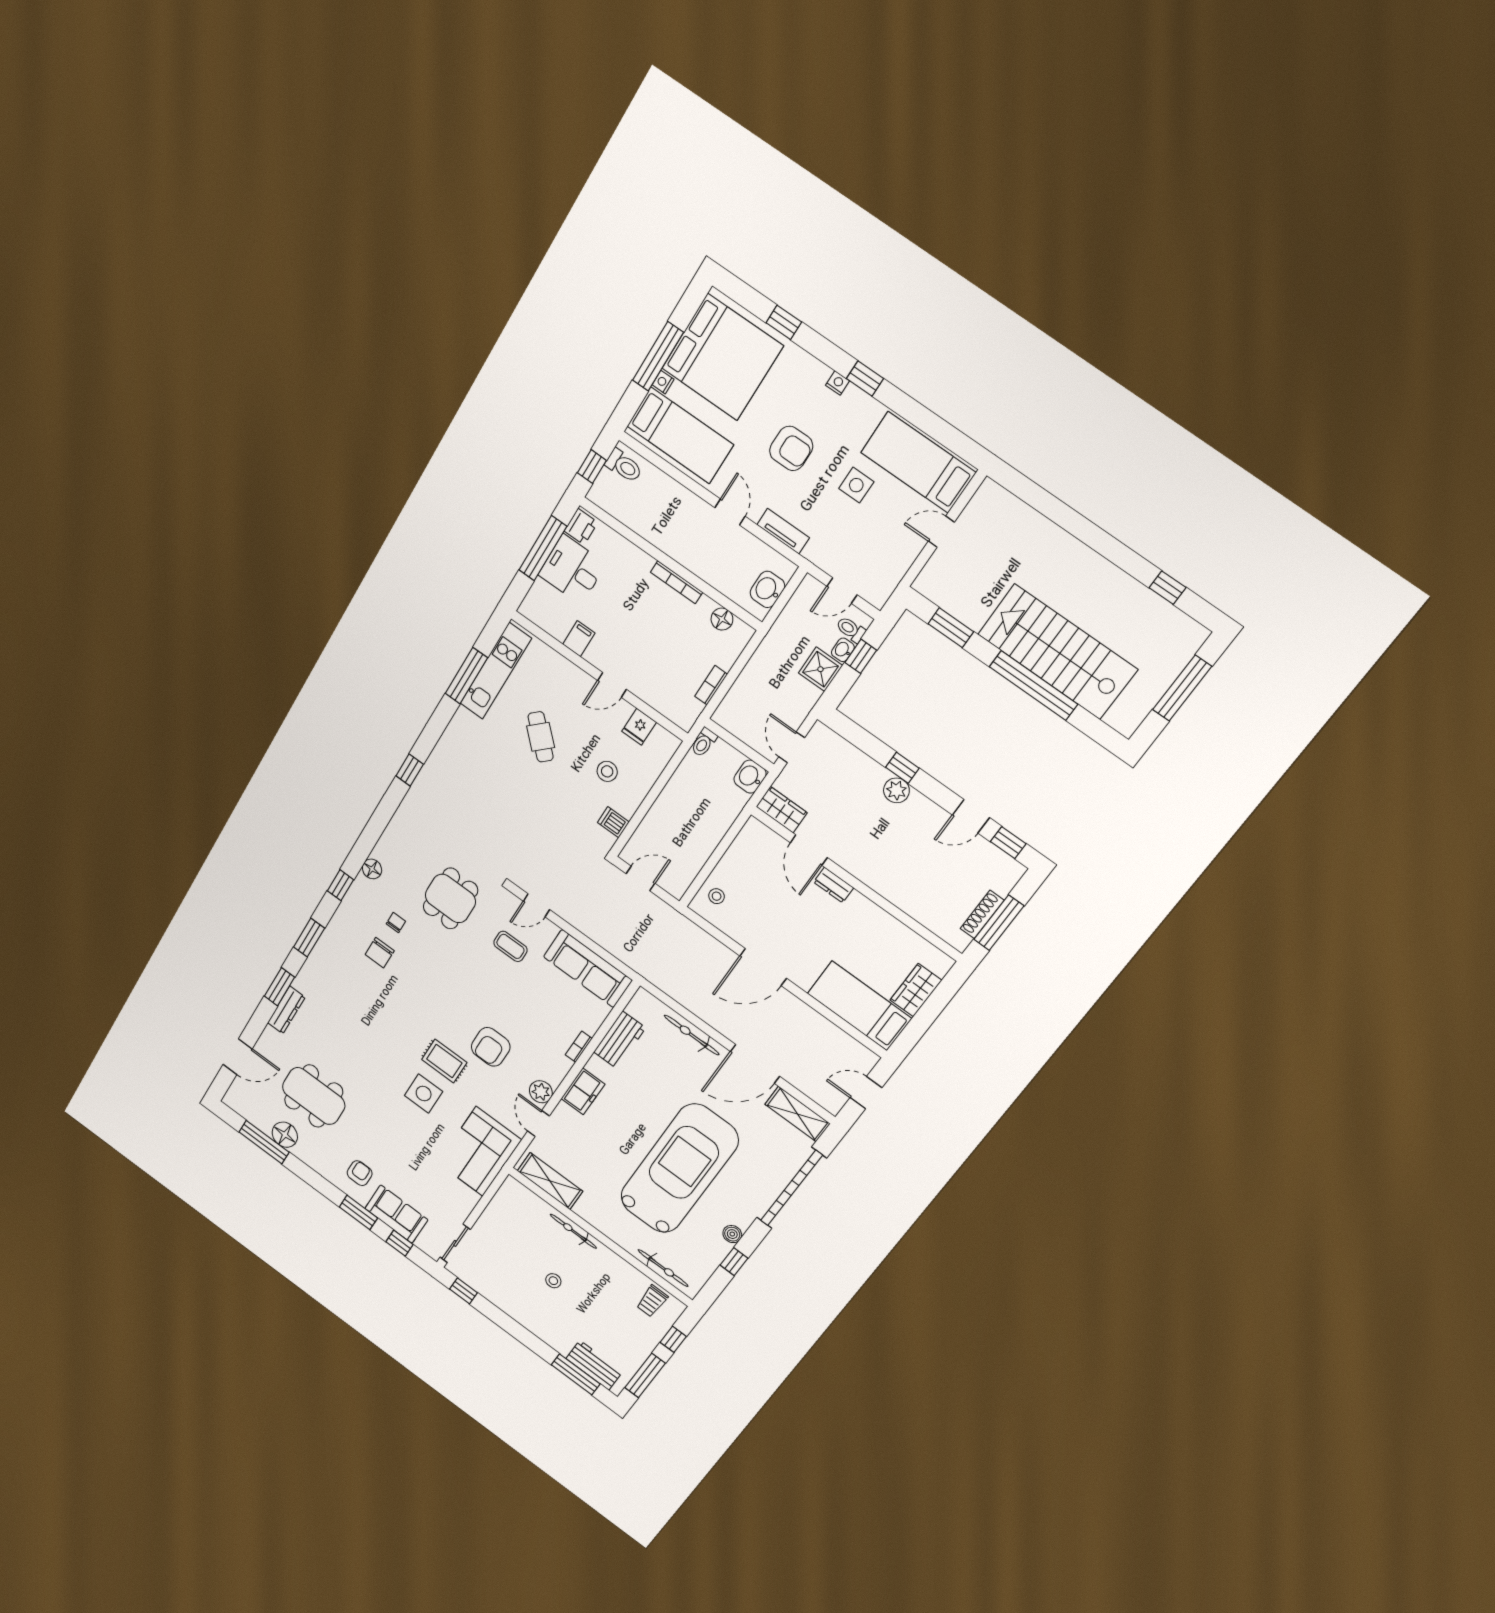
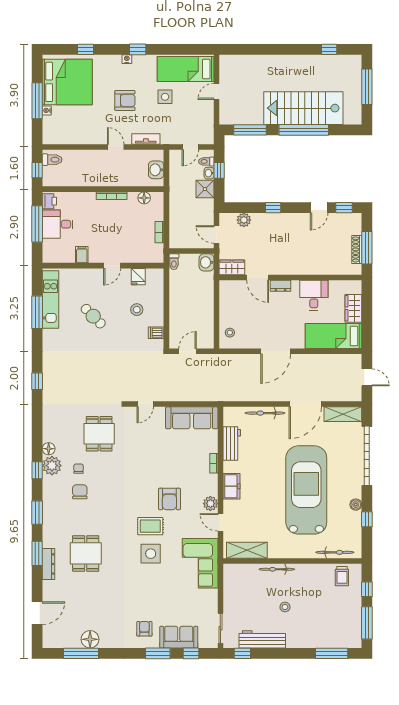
bed: (680, 435) -> (70, 128), removed
window: (951, 628) -> (250, 130), width x1.44
plant: (896, 790) -> (244, 220), moved
plant: (363, 893) -> (52, 466), added
desk: (872, 932) -> (314, 295), added
coffee table: (510, 946) -> (146, 436), removed
chair: (380, 953) -> (80, 492), turned 180
door: (866, 1093) -> (367, 377), swing flipped
dining table: (314, 1096) -> (86, 553), moved, width x0.73
workbench: (594, 1365) -> (262, 639), moved, width x1.38

